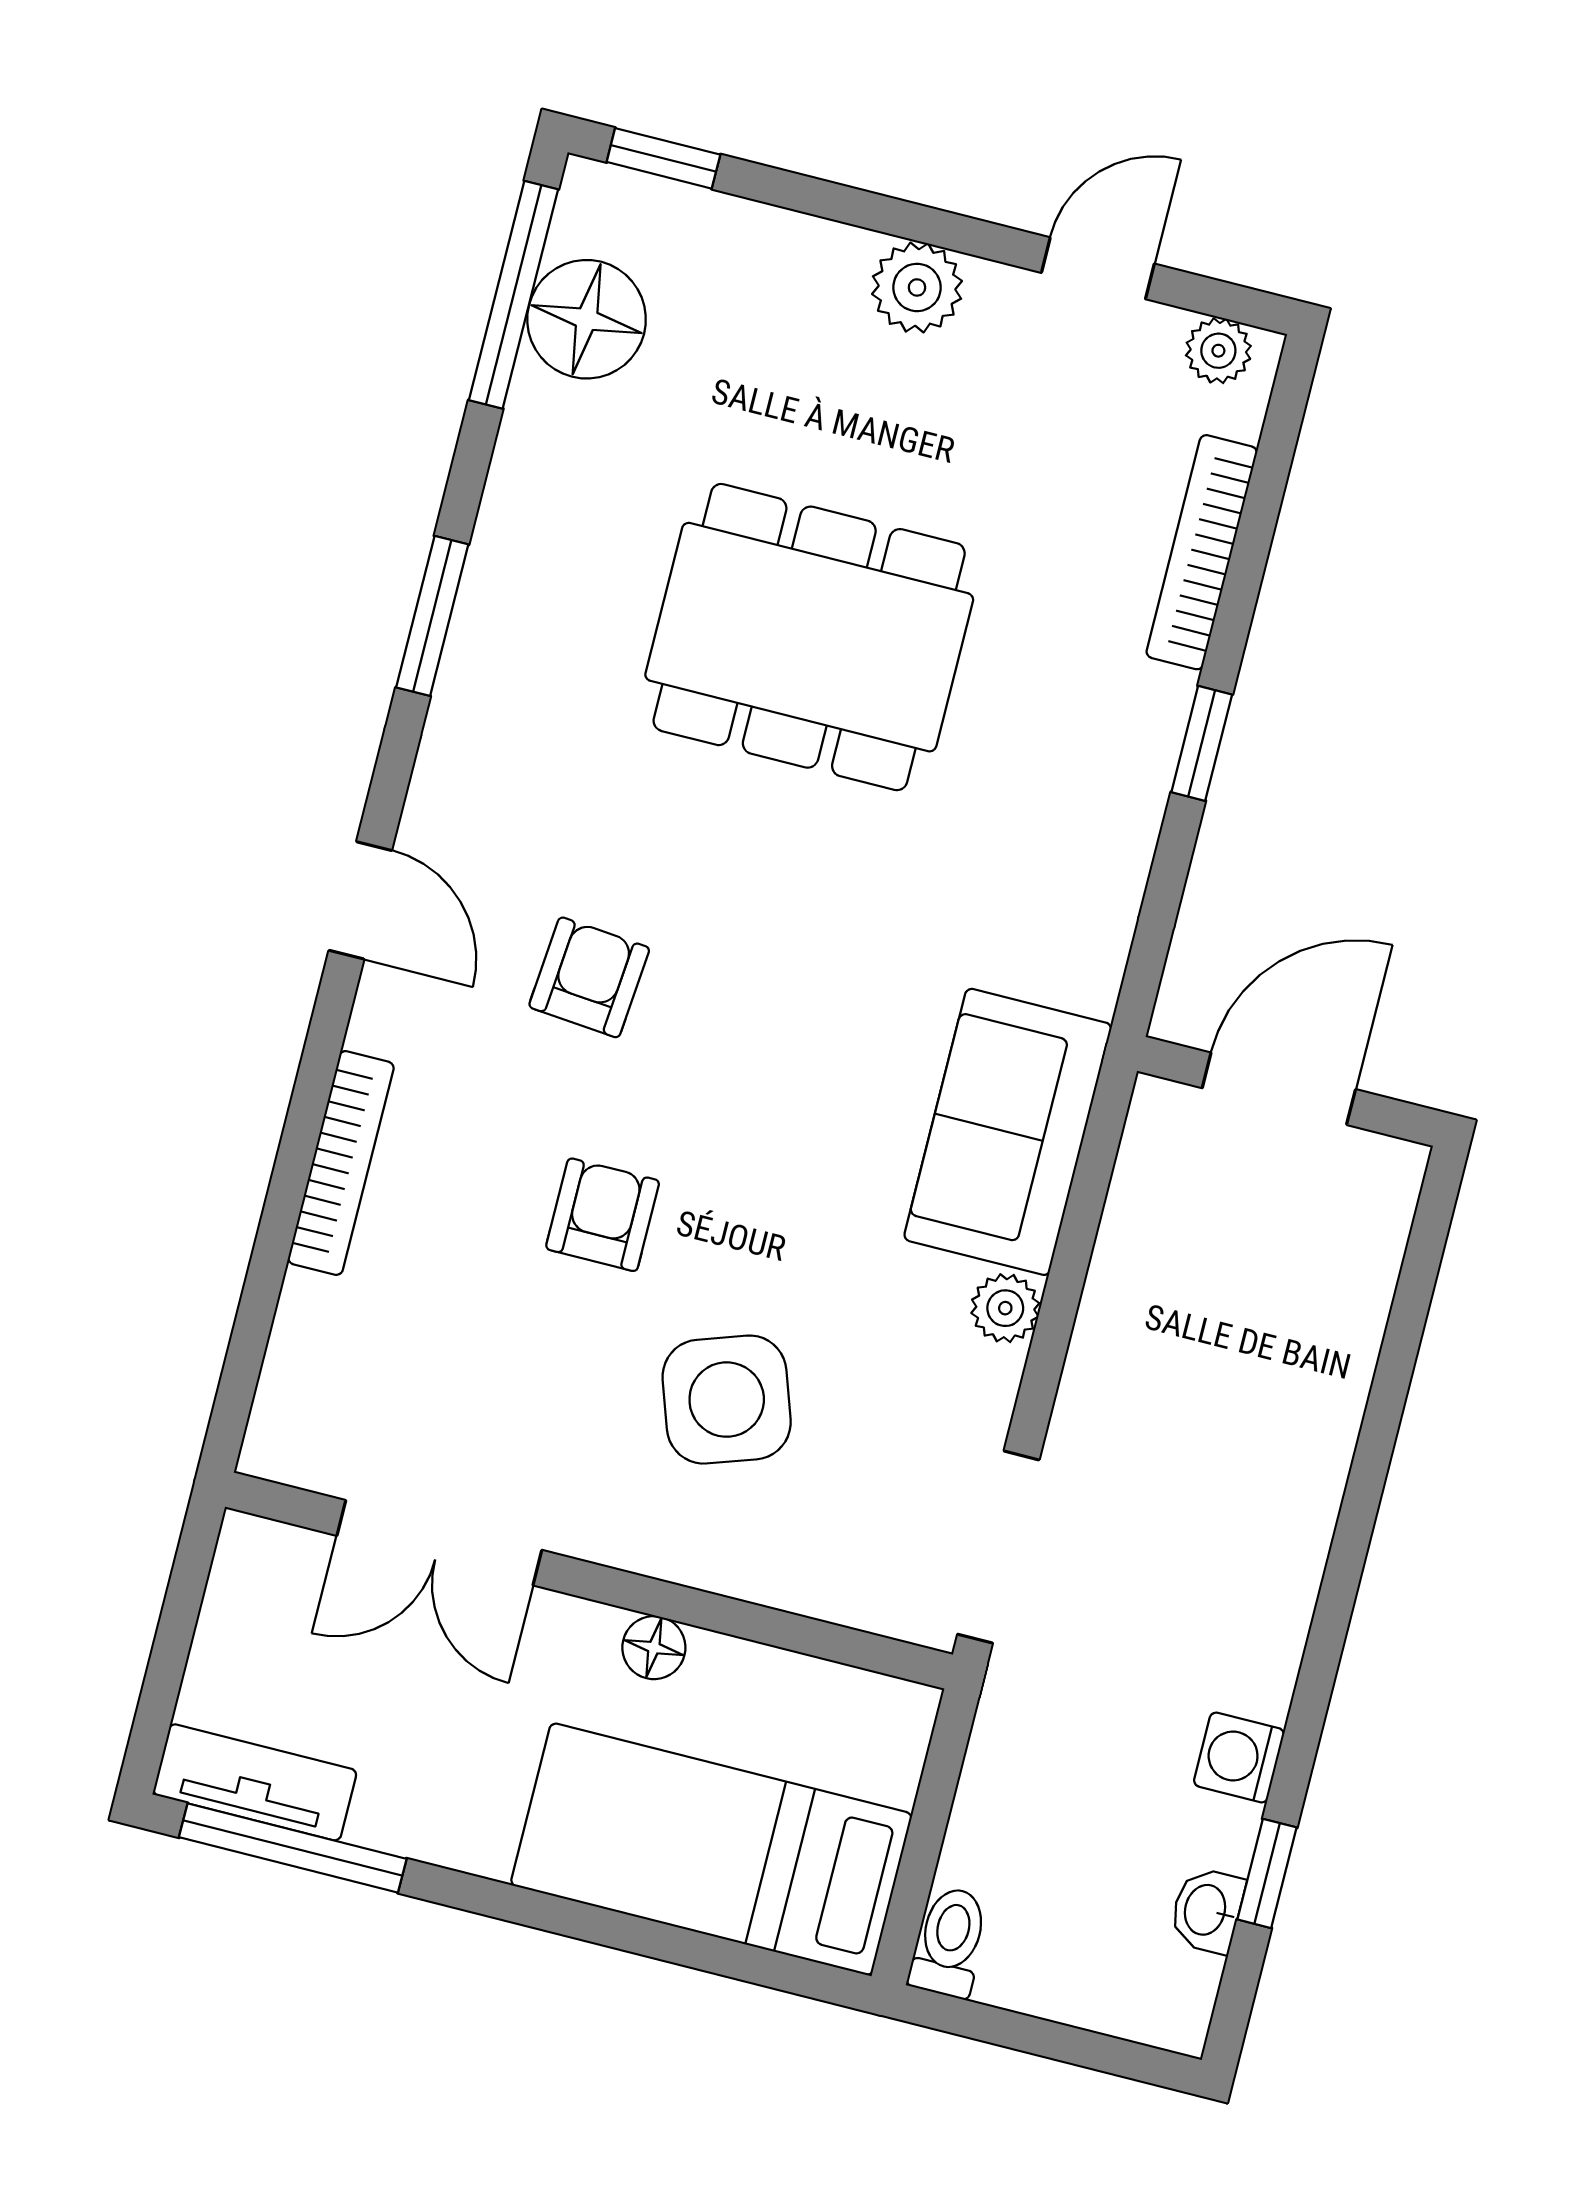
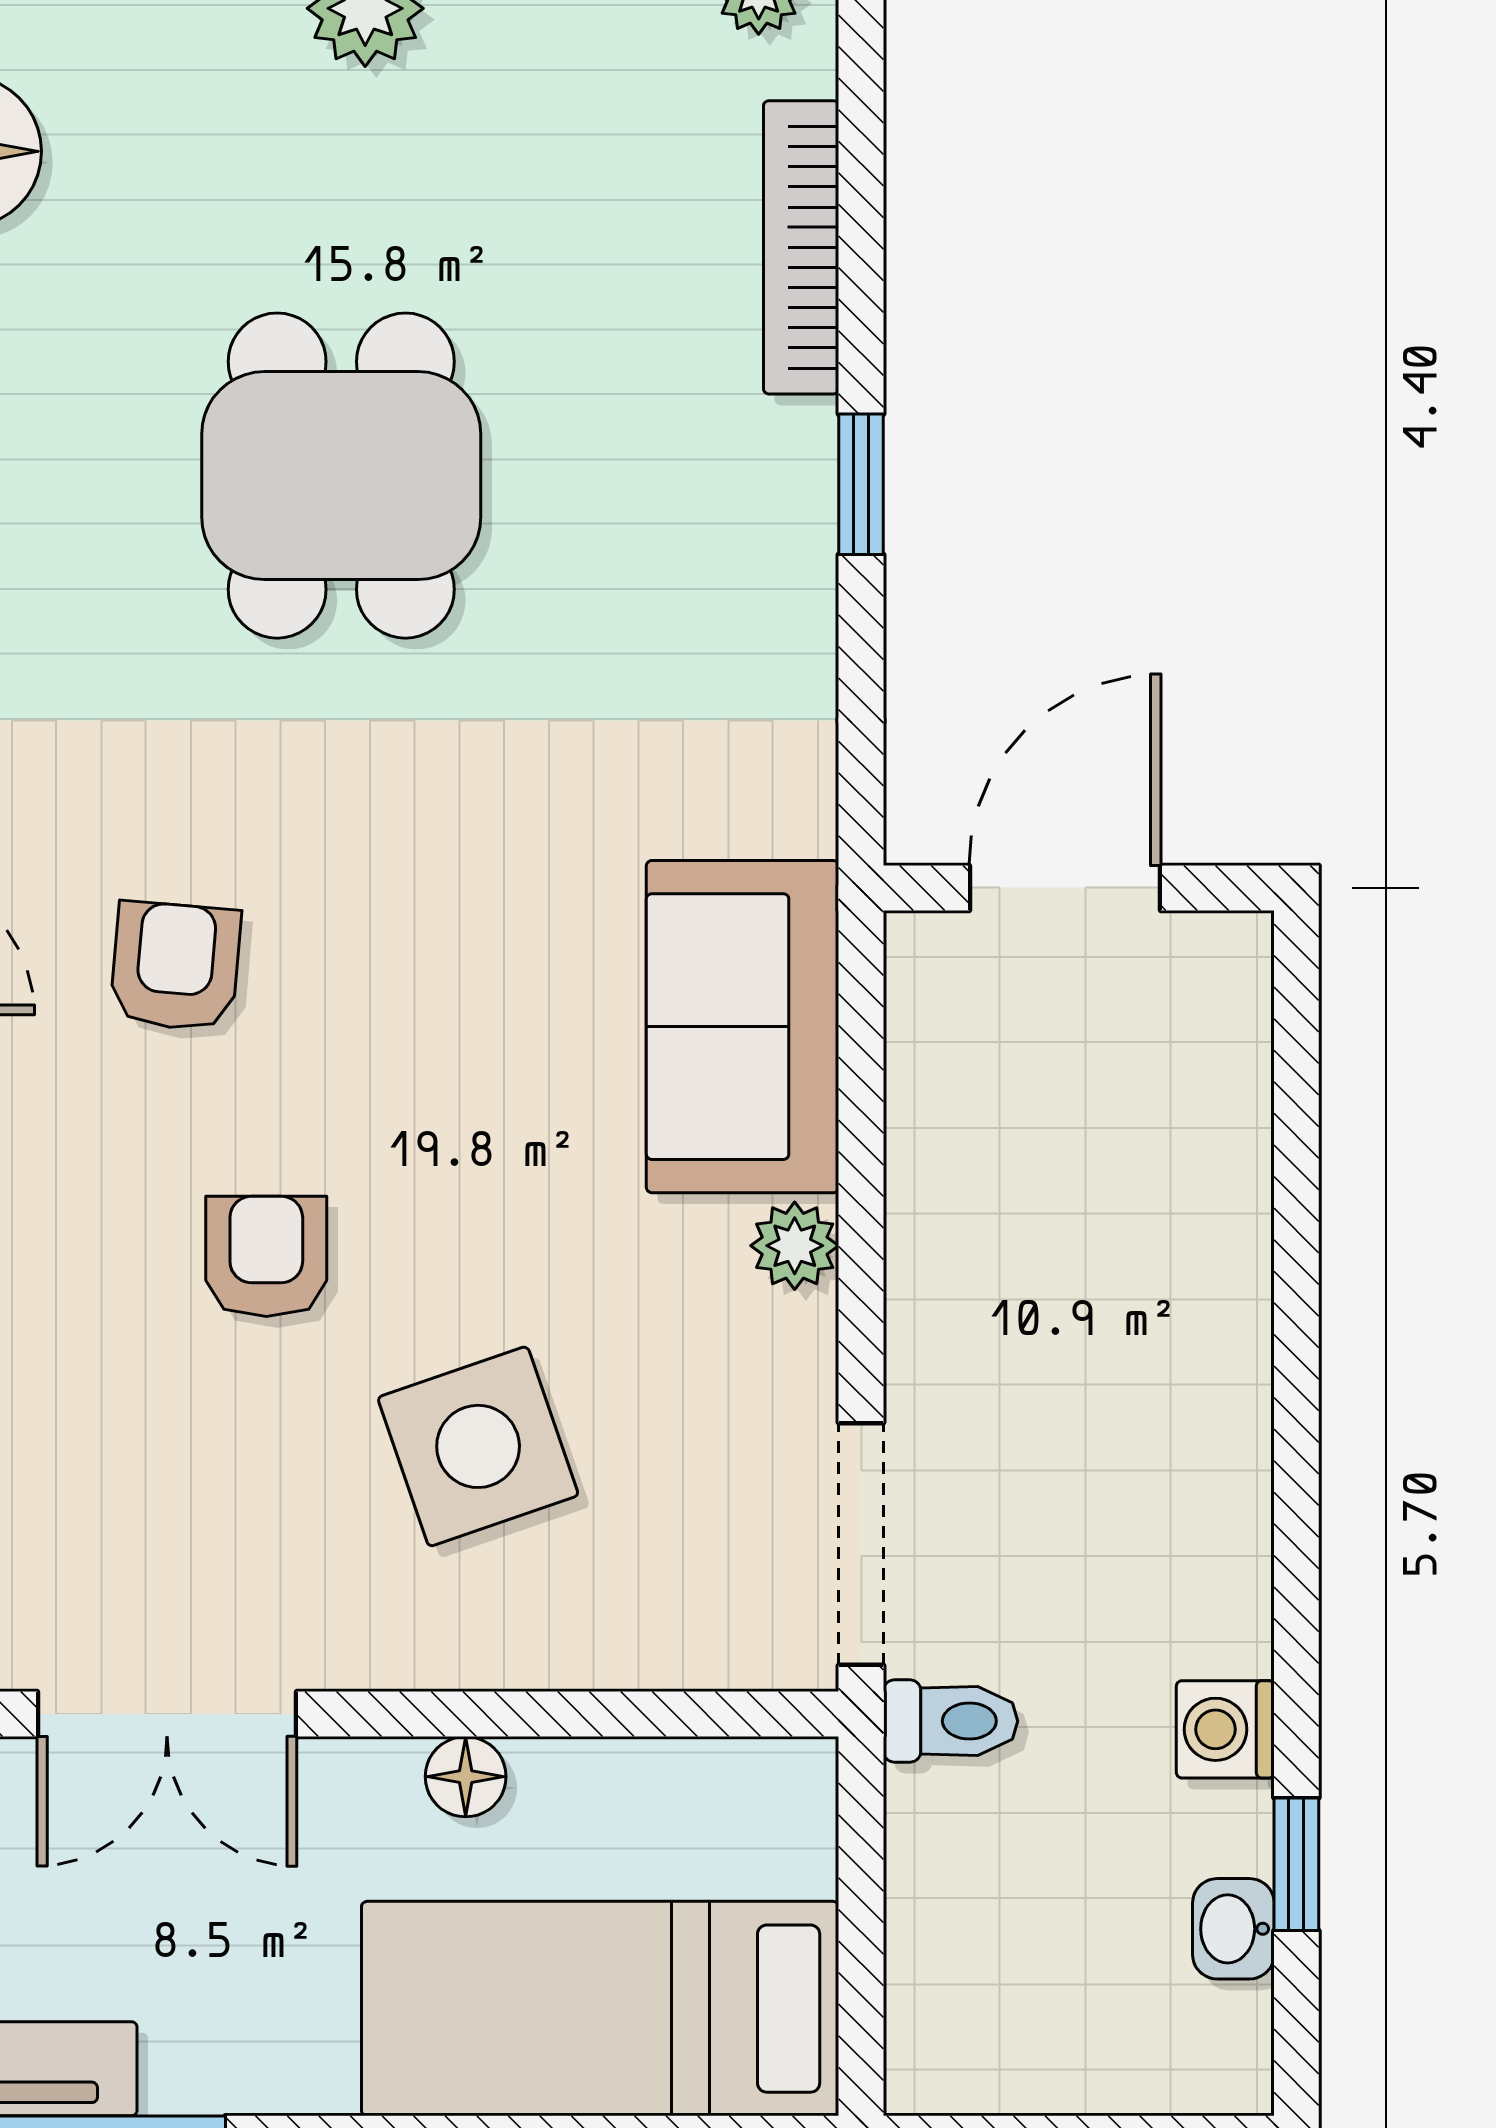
dining table: (809, 637) -> (341, 476), width x0.73
toilet: (950, 1942) -> (951, 1721), moved, turned 90

